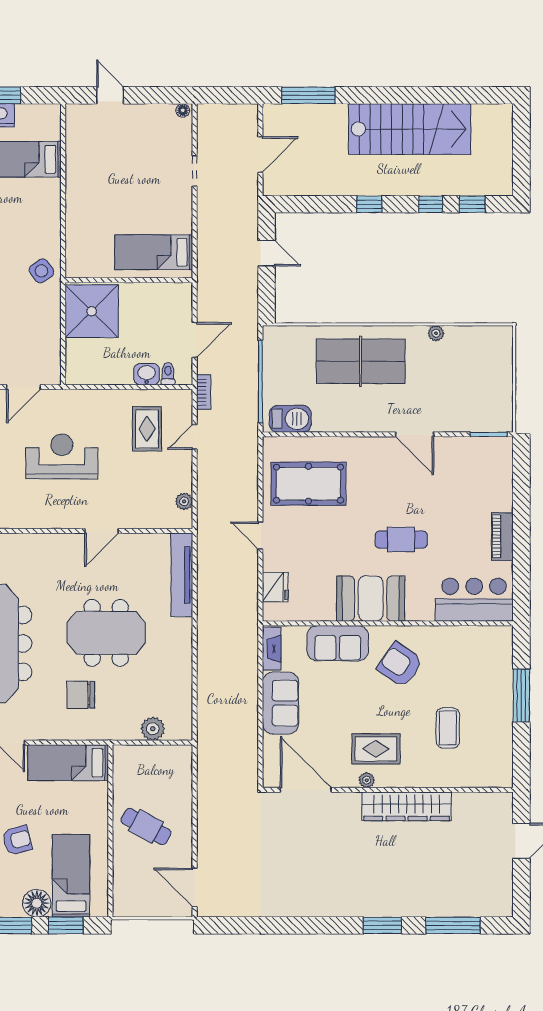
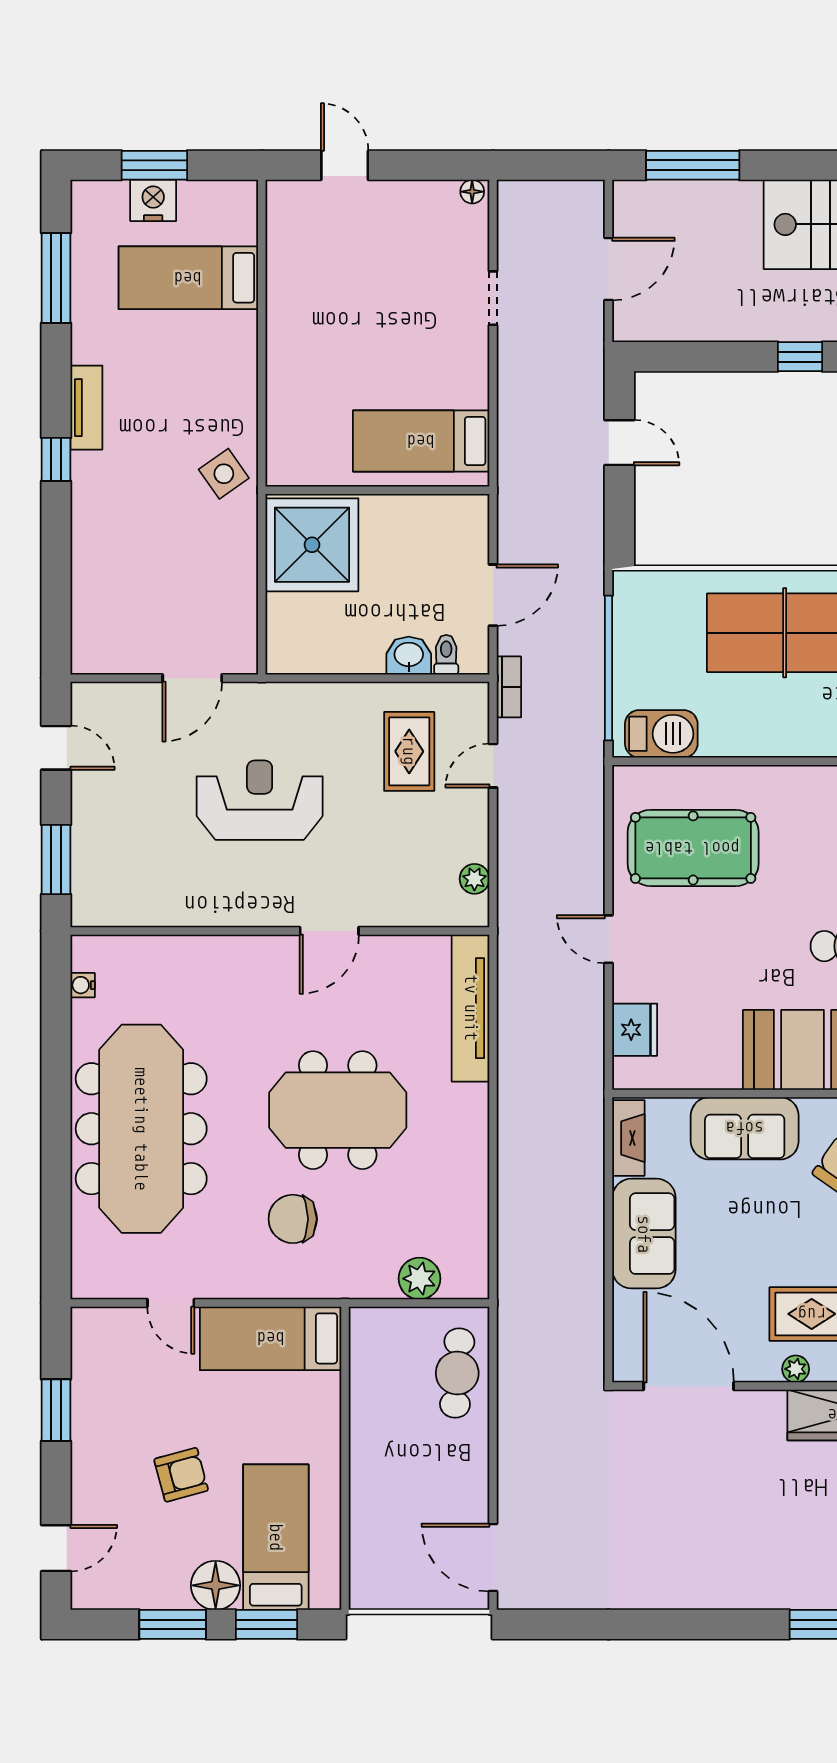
cafe table: (146, 826) -> (457, 1373), moved, turned 65

